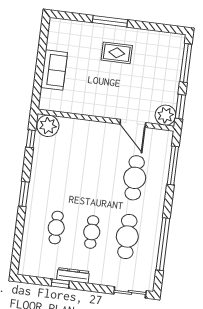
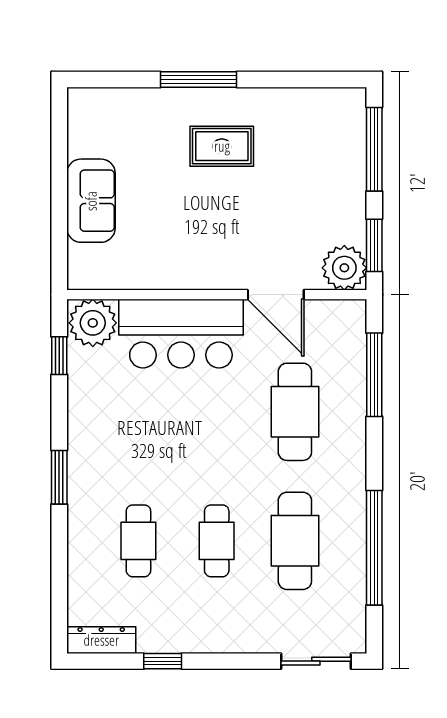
bar counter: (87, 136) -> (181, 334), added
dresser: (73, 275) -> (101, 640), moved

